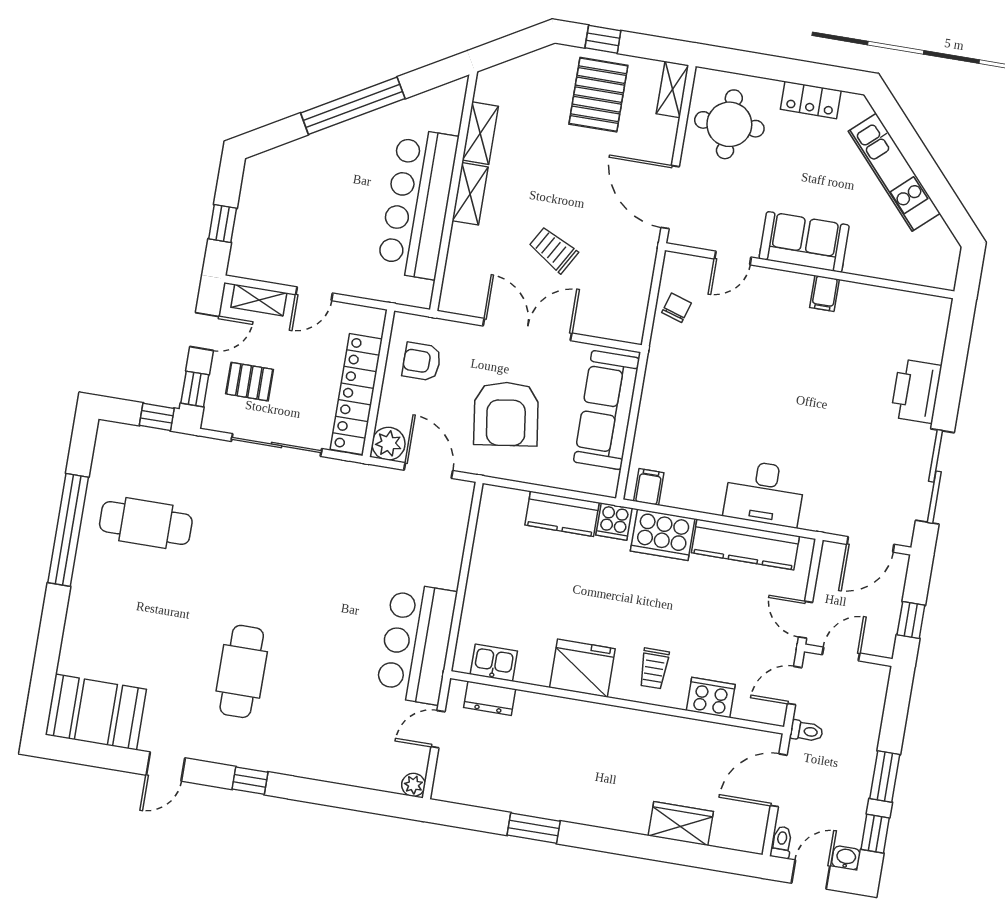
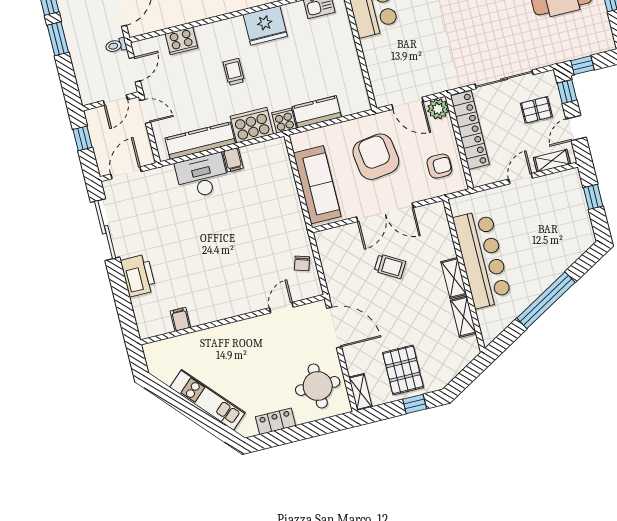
sofa: (804, 242) -> (243, 335), removed
filing cabinet: (825, 293) -> (180, 319), moved
filing cabinet: (649, 487) -> (233, 160), moved
trolley: (654, 668) -> (234, 72), moved

